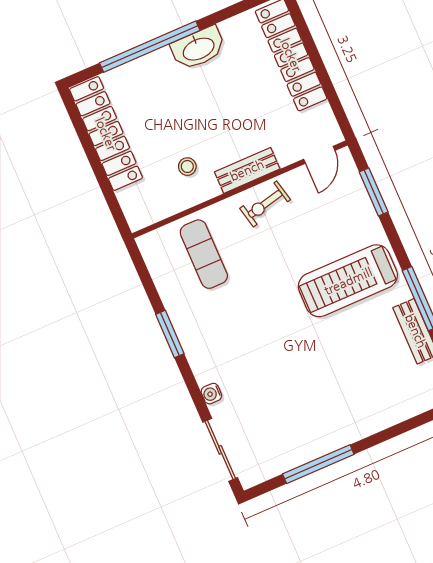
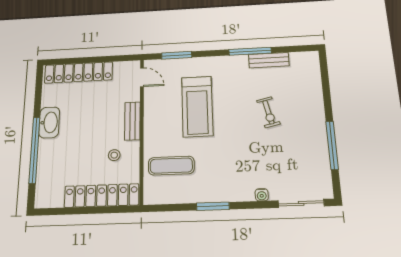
locker: (106, 134) -> (102, 196), moved
exercise bike: (265, 204) -> (268, 112), moved
treadmill: (348, 281) -> (197, 106), moved

